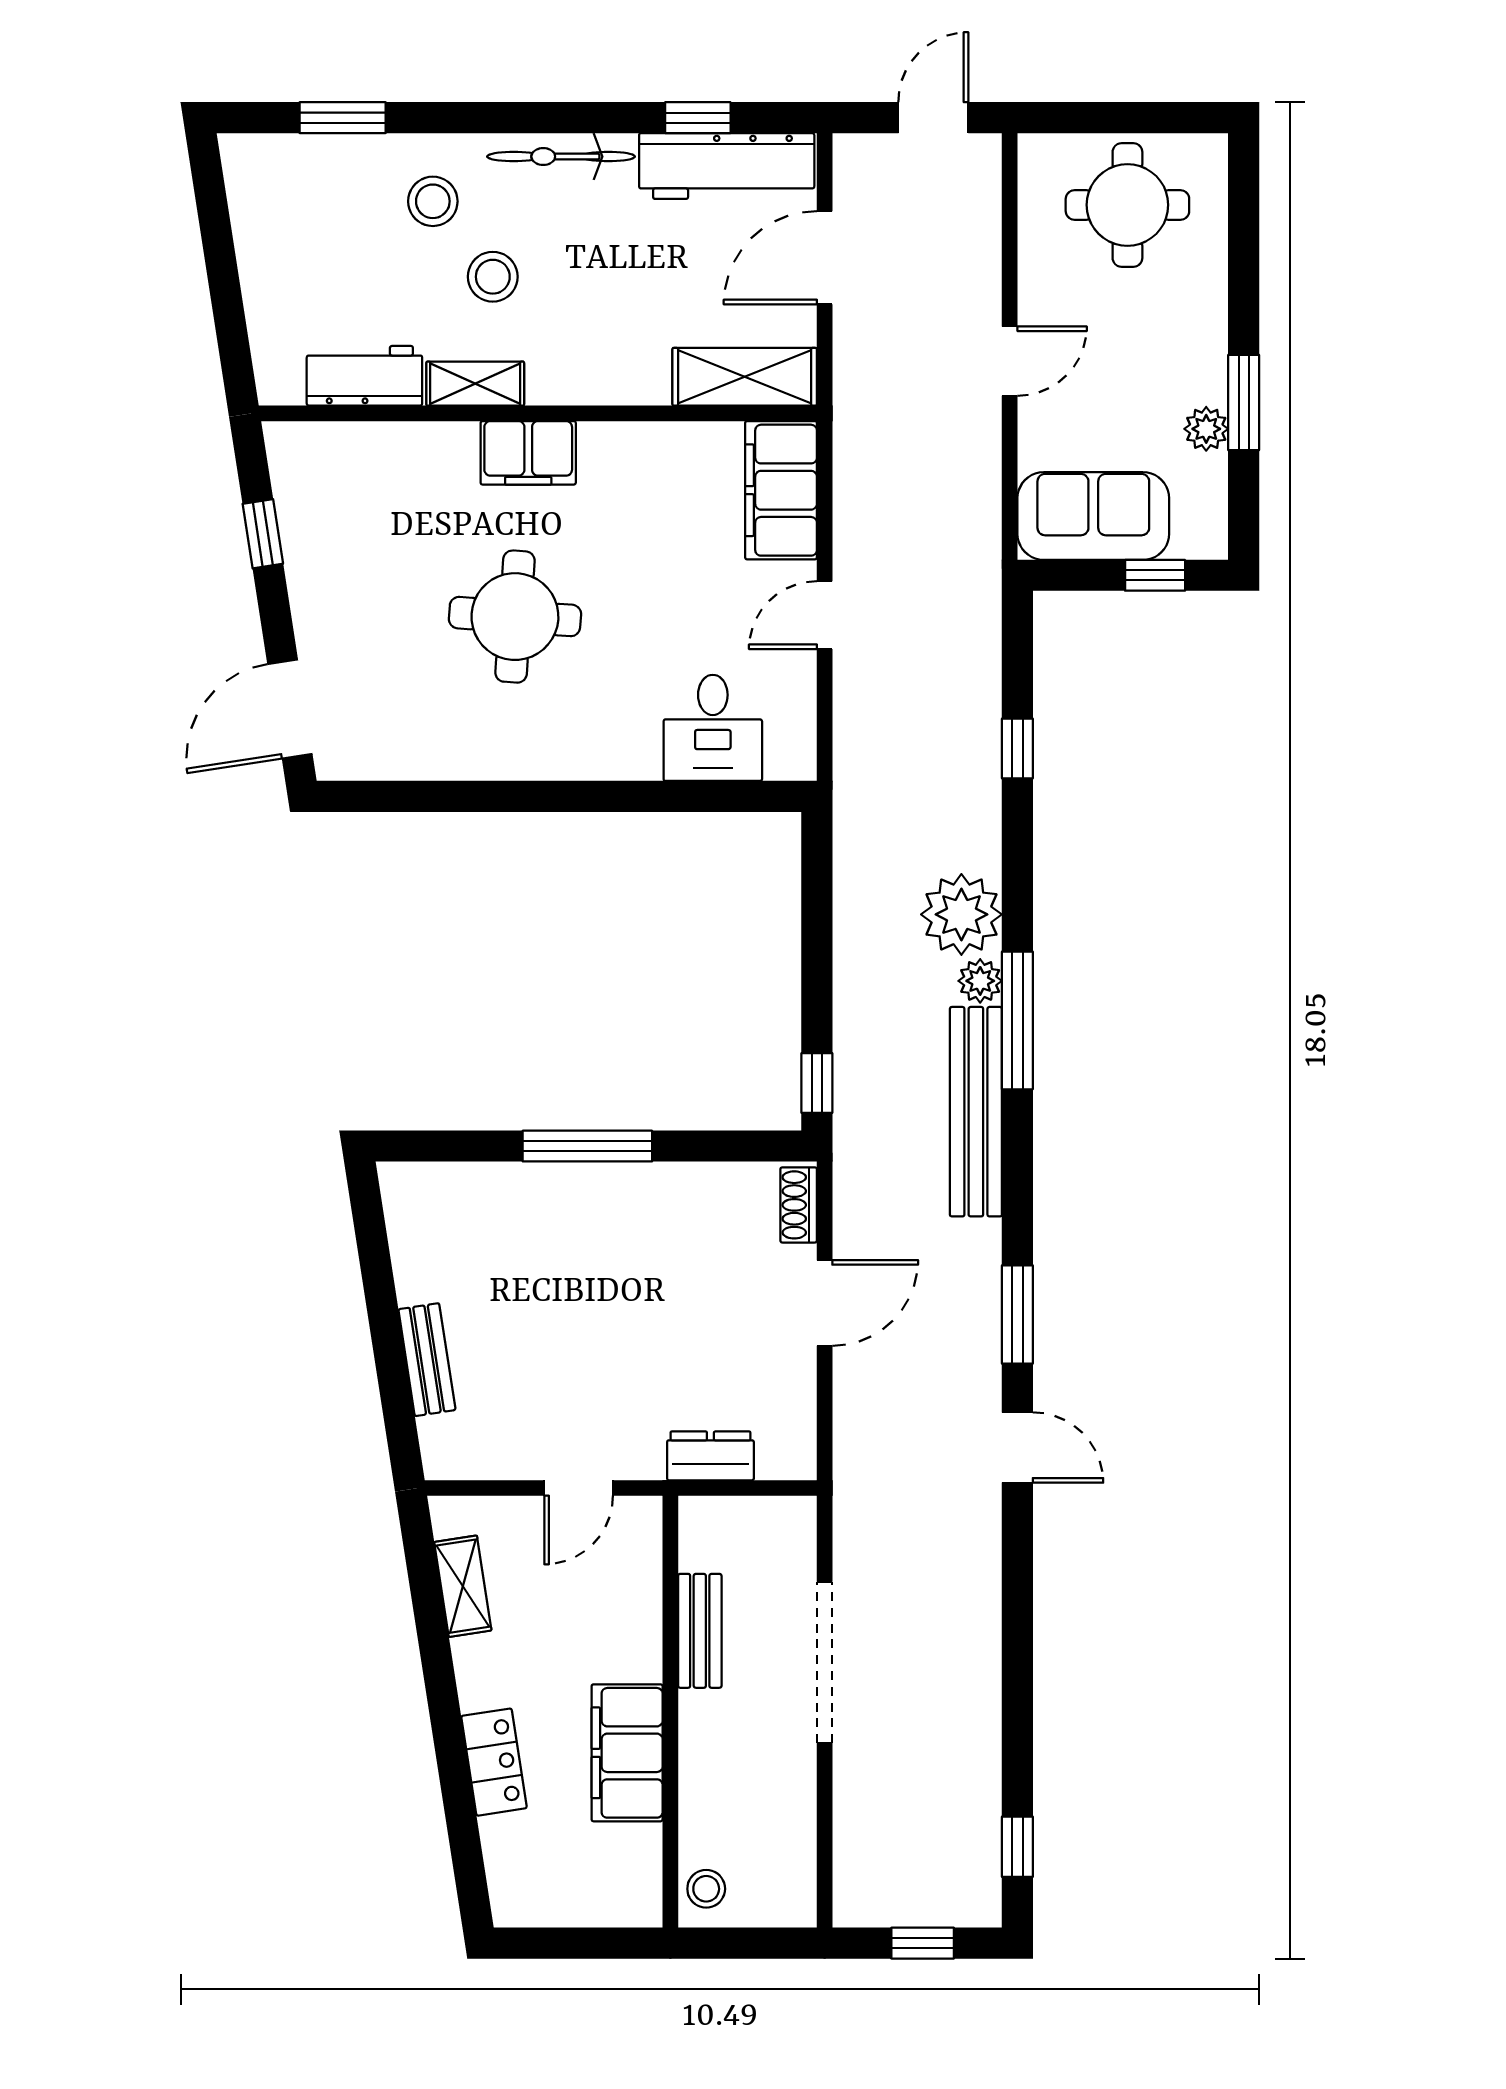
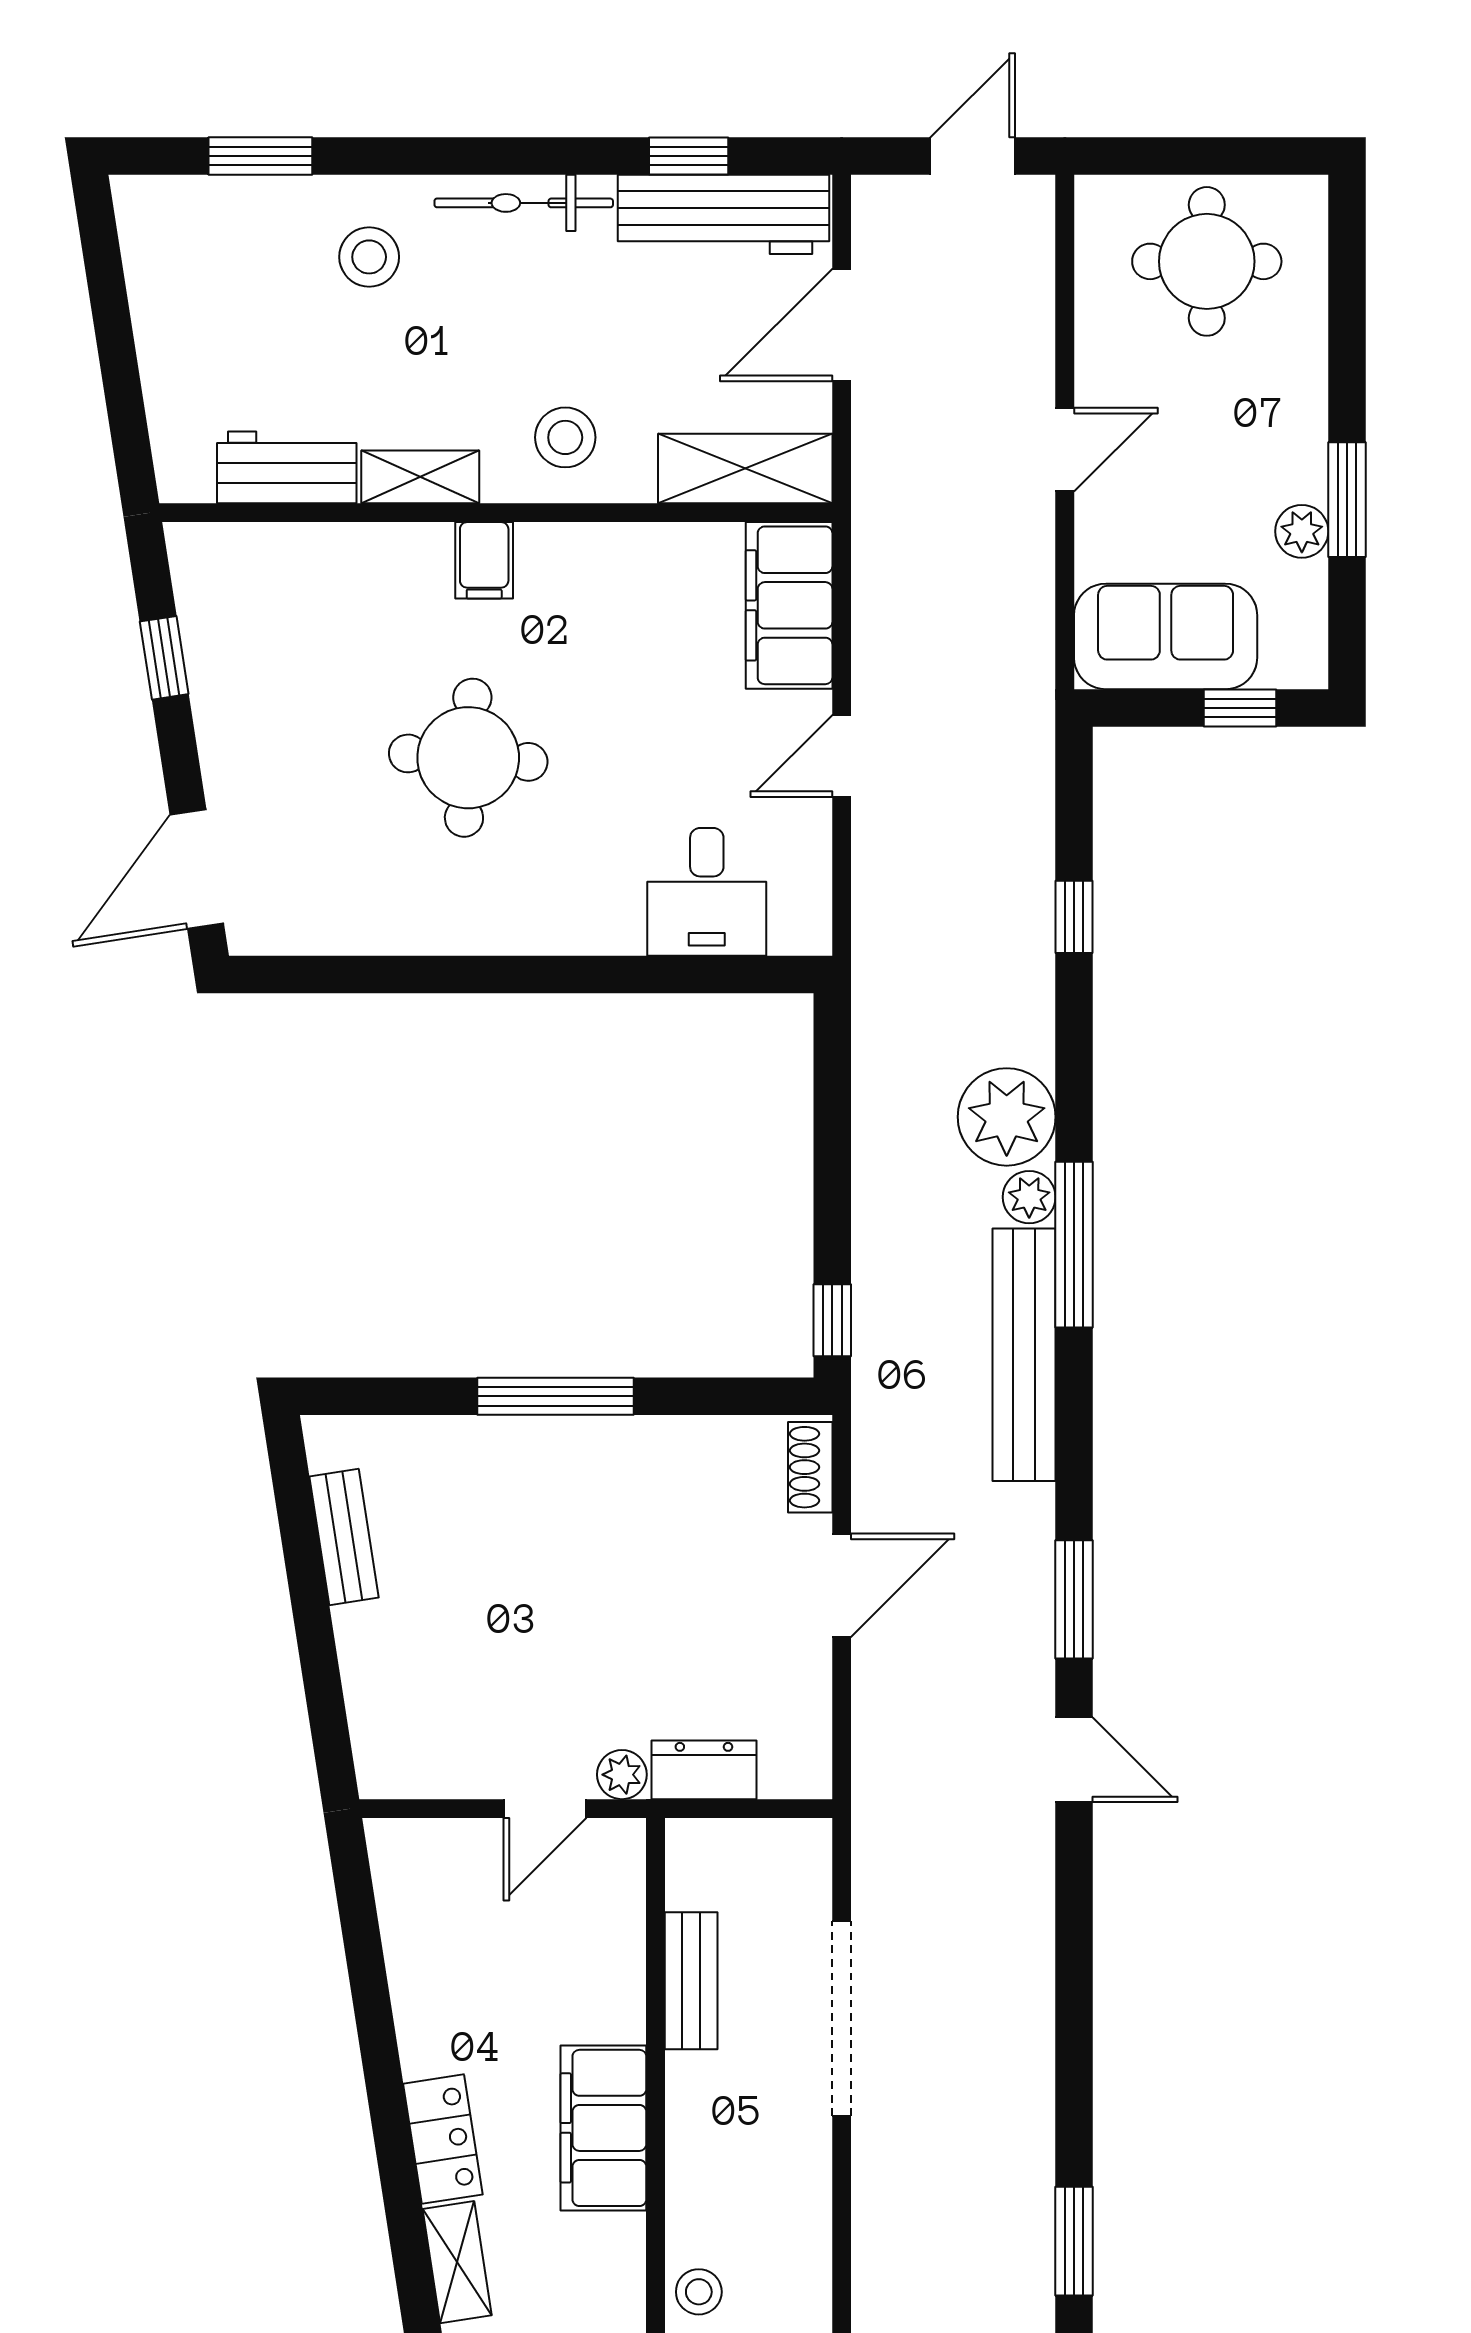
stool: (493, 277) -> (565, 437), moved
filing cabinet: (528, 453) -> (484, 560), width x0.50
bench: (427, 1360) -> (344, 1537), moved
plant: (642, 1460) -> (622, 1775), added
shelving: (463, 1586) -> (457, 2262), moved
window: (1017, 1847) -> (1074, 2241), width x1.50

